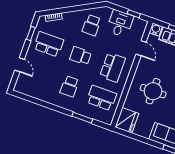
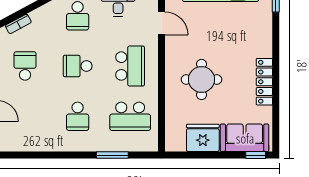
school desk: (49, 44) -> (25, 66), width x0.54
school desk: (102, 98) -> (130, 116), turned 180
fridge: (127, 120) -> (203, 138), moved, turned -90

